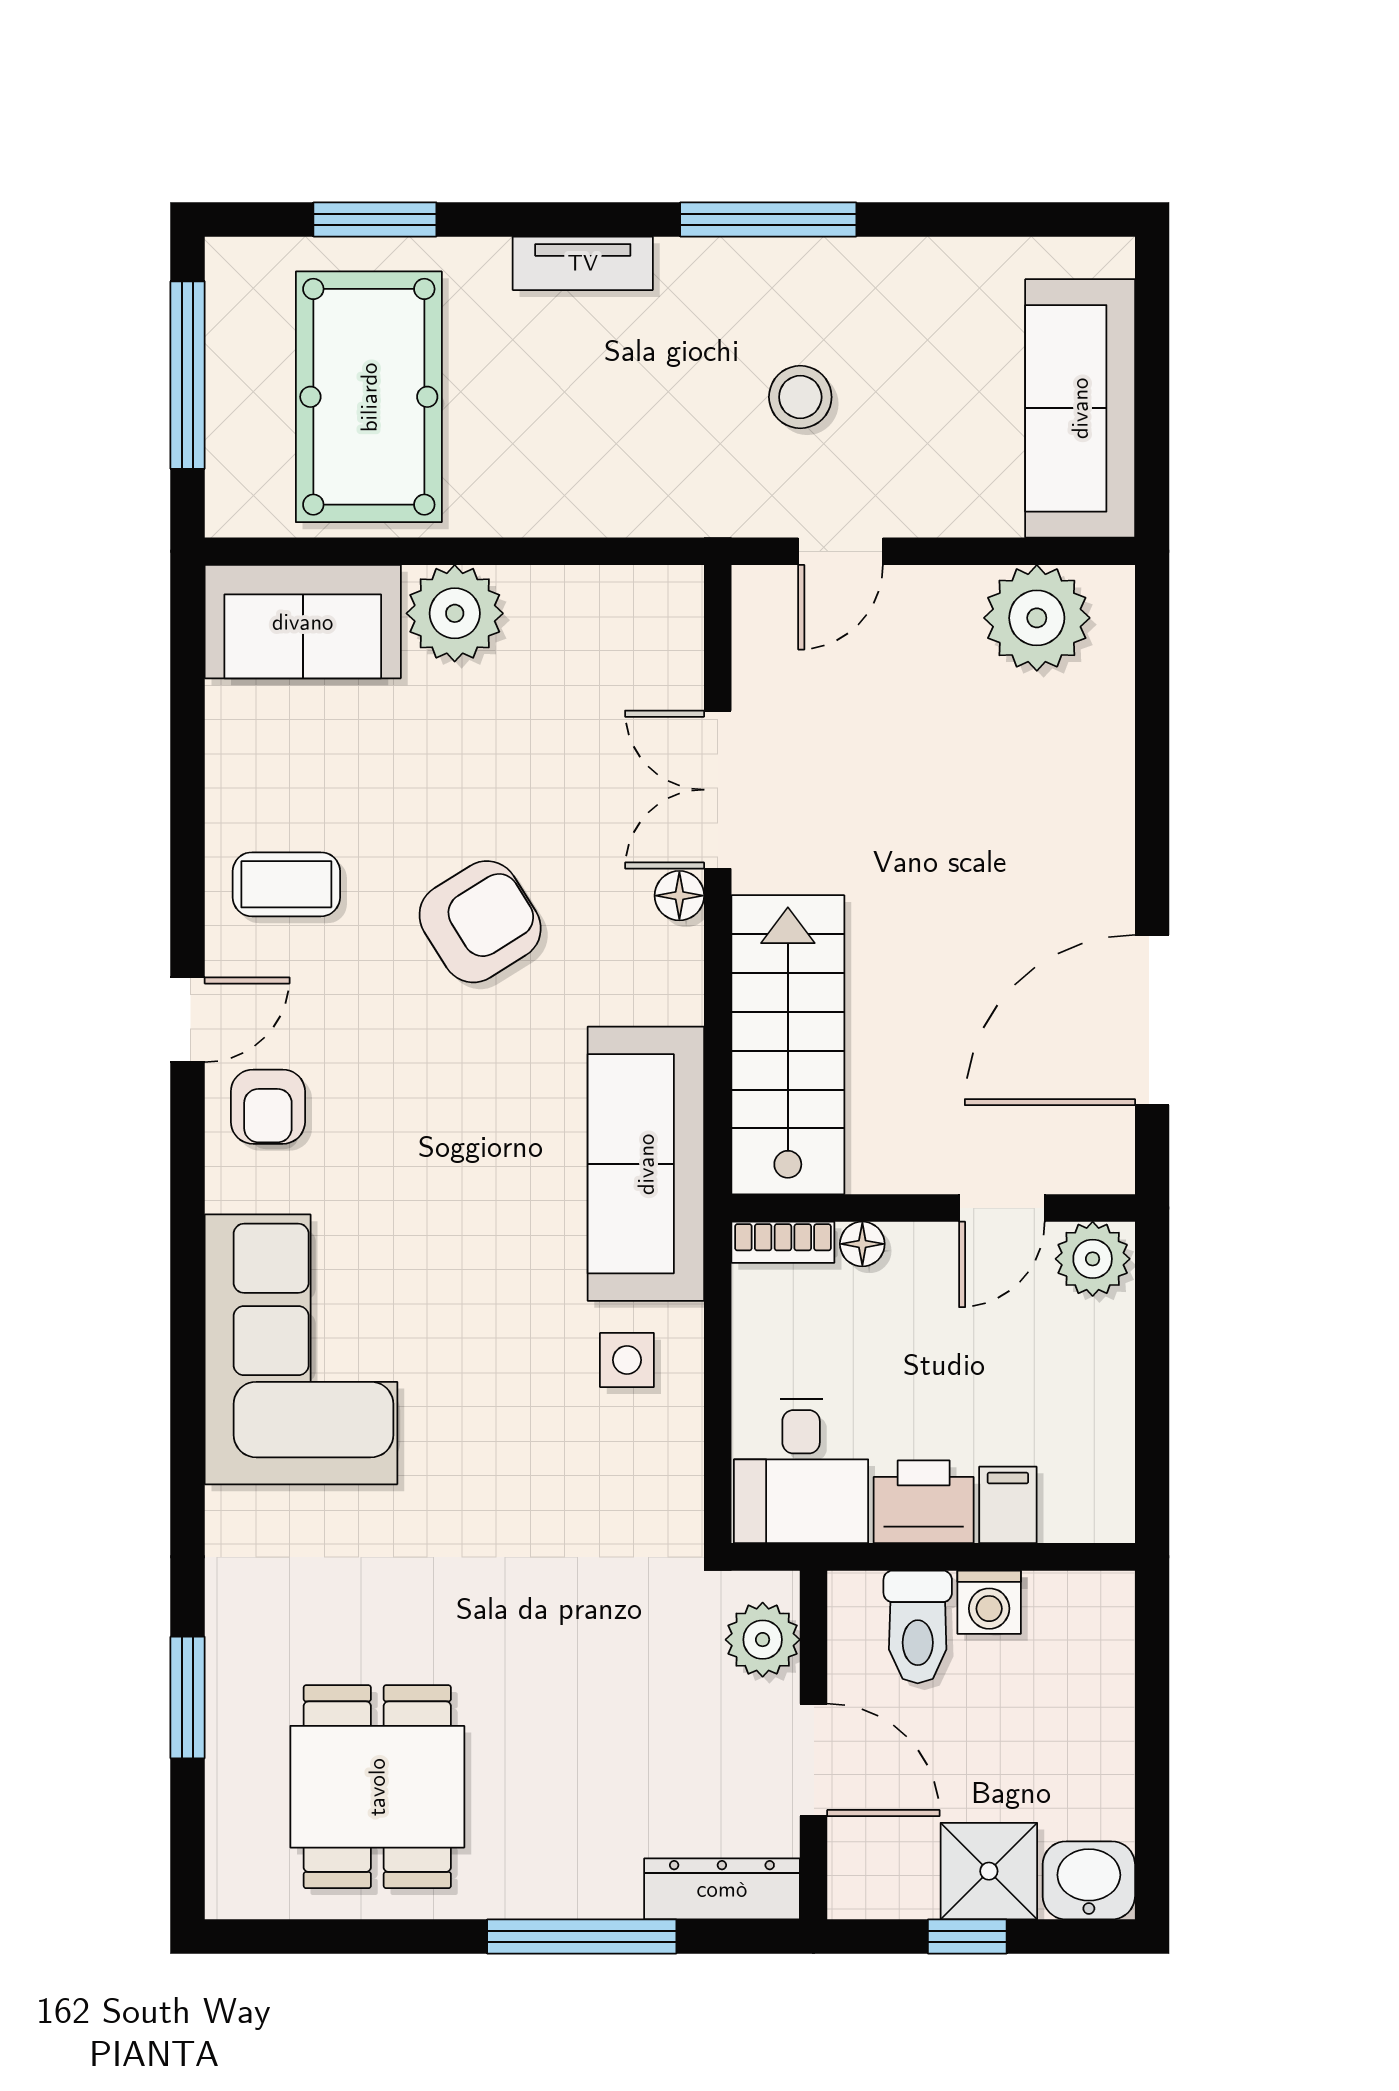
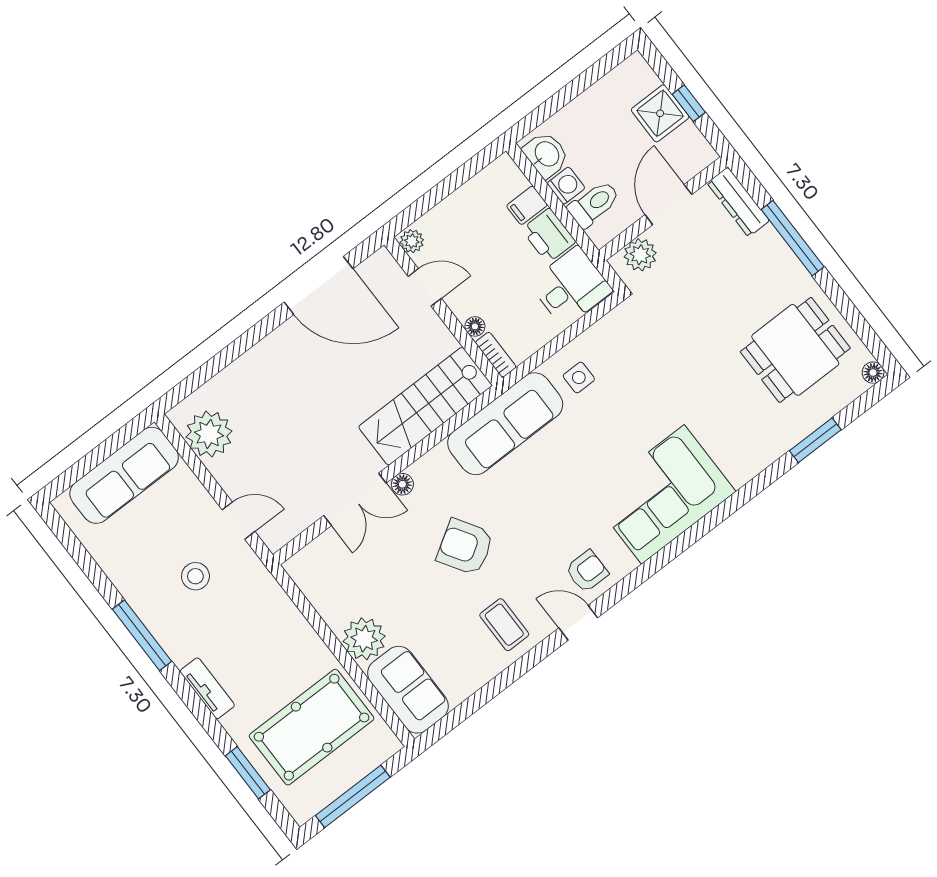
plant: (1093, 1259) -> (412, 241), width x0.73, depth x0.73
washbasin: (1089, 1880) -> (546, 155), moved, turned 180
floor lamp: (229, 1895) -> (873, 373), added

